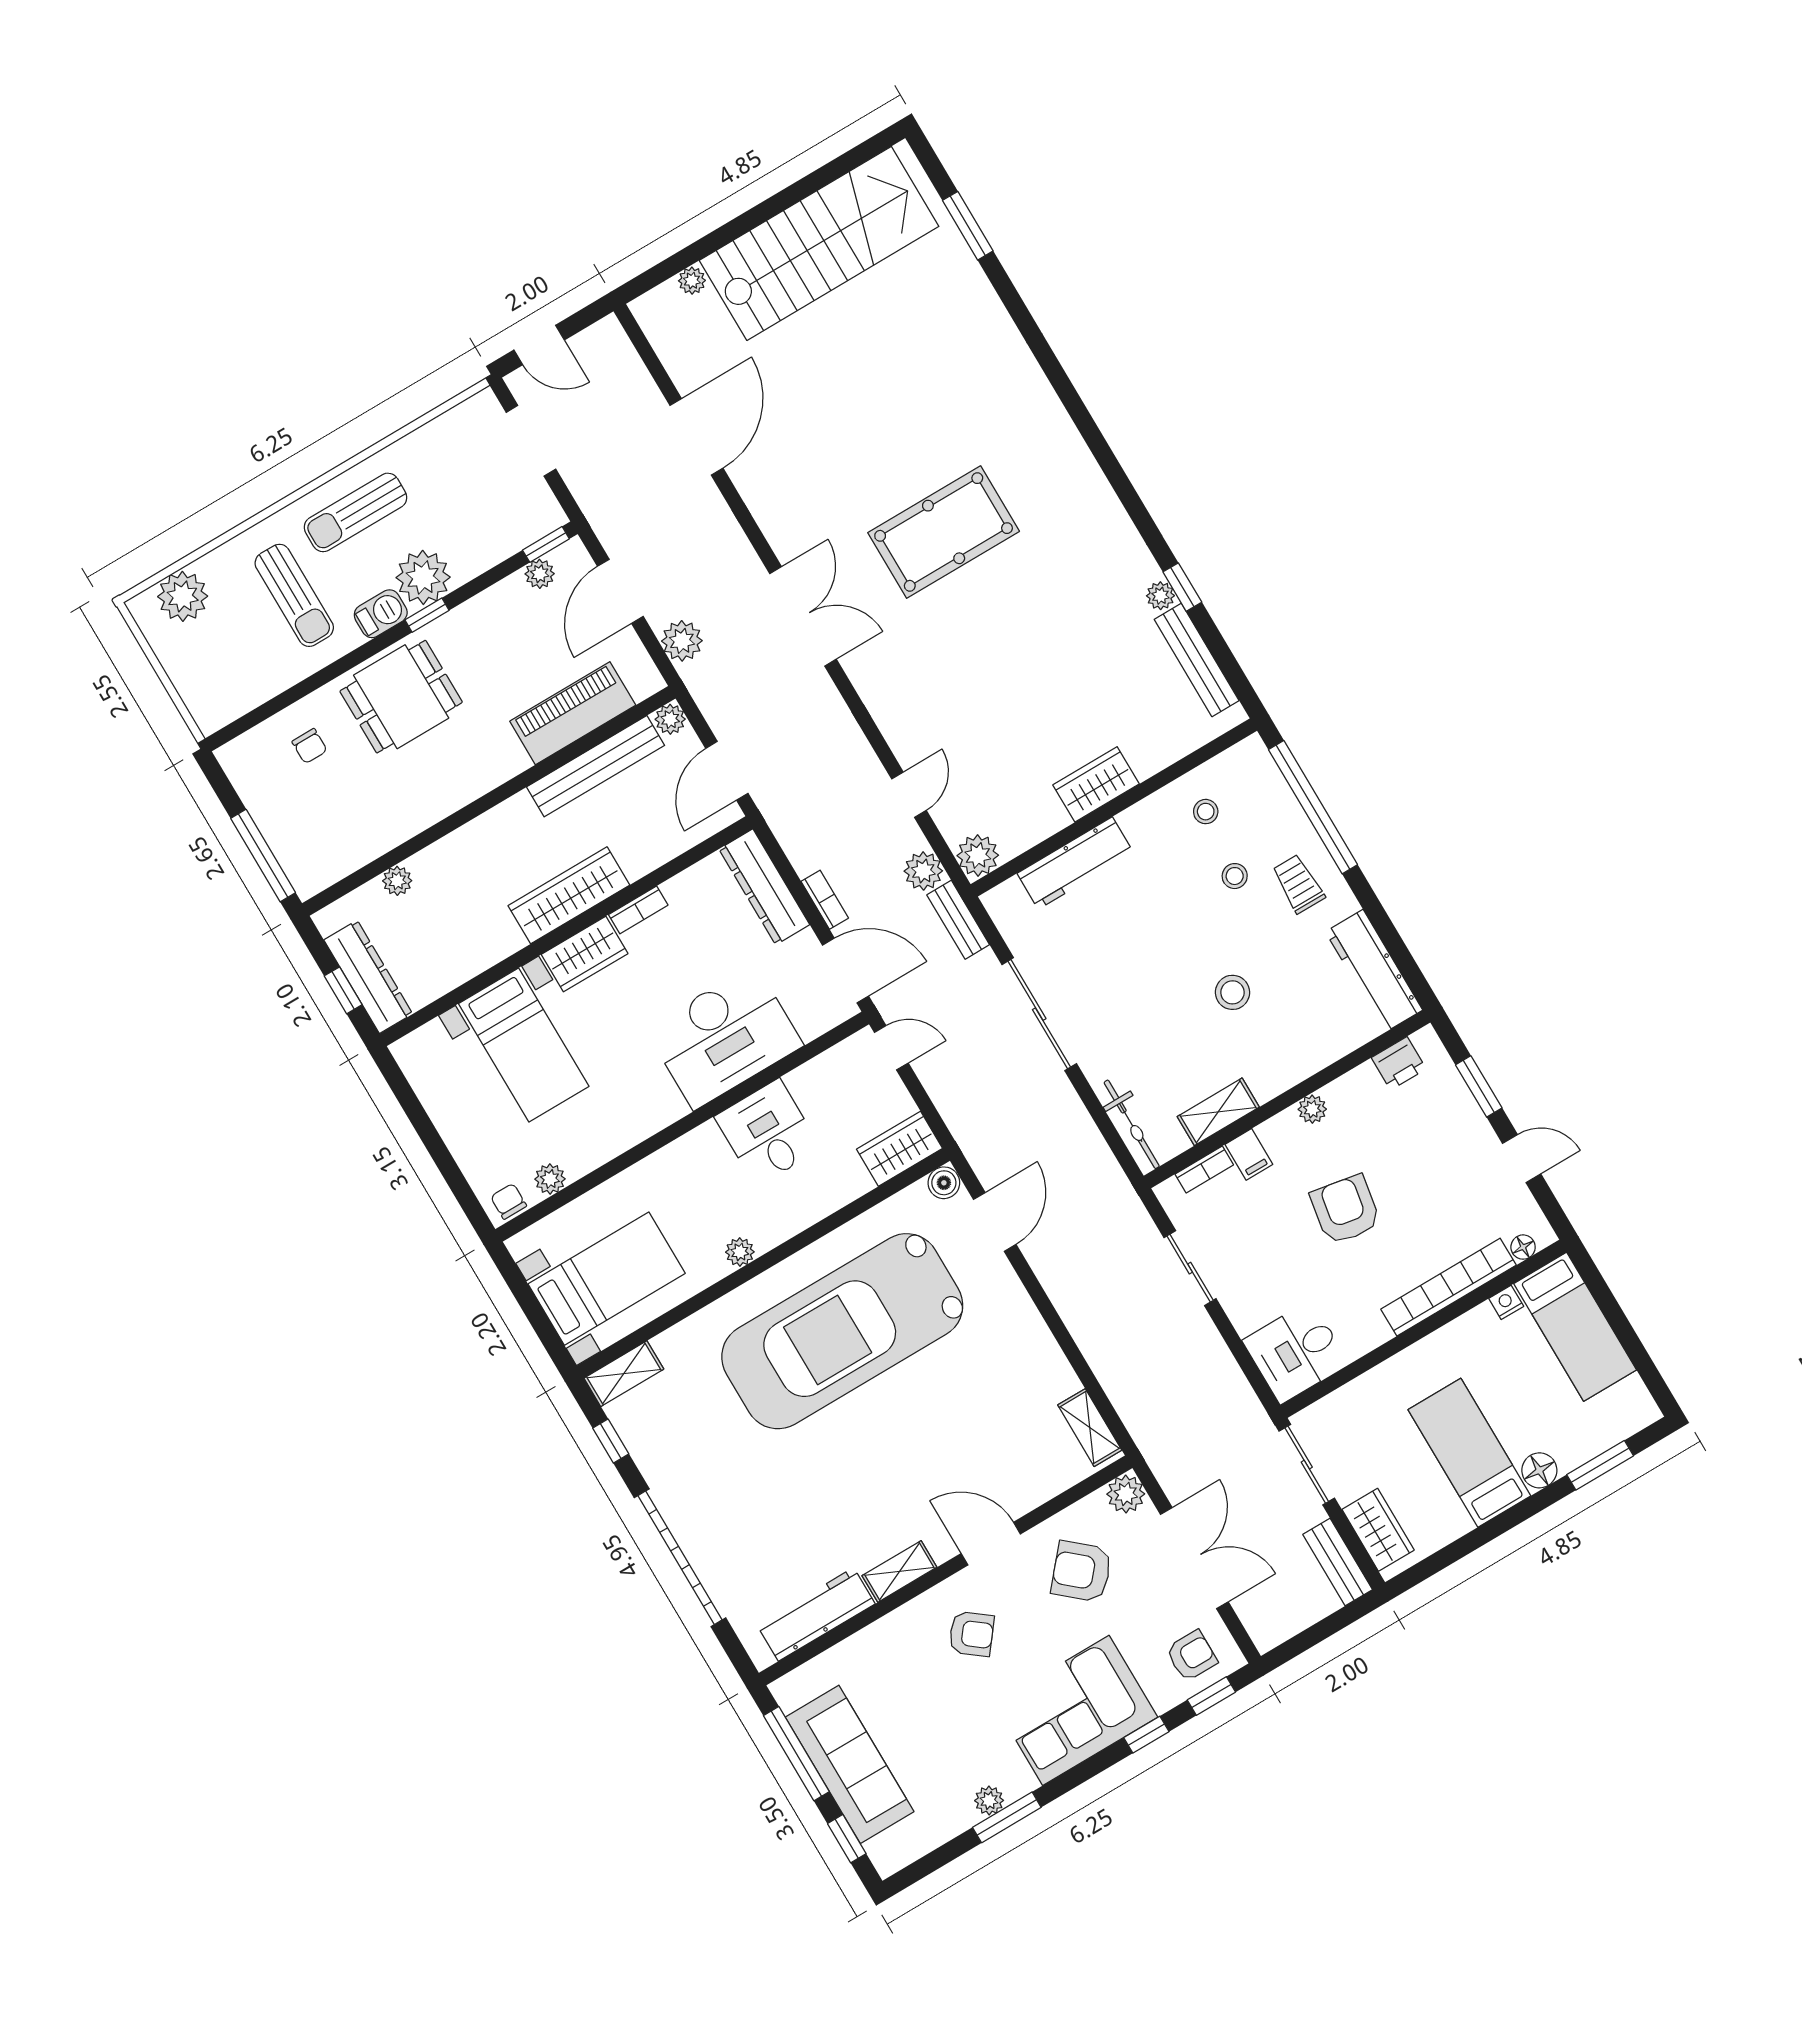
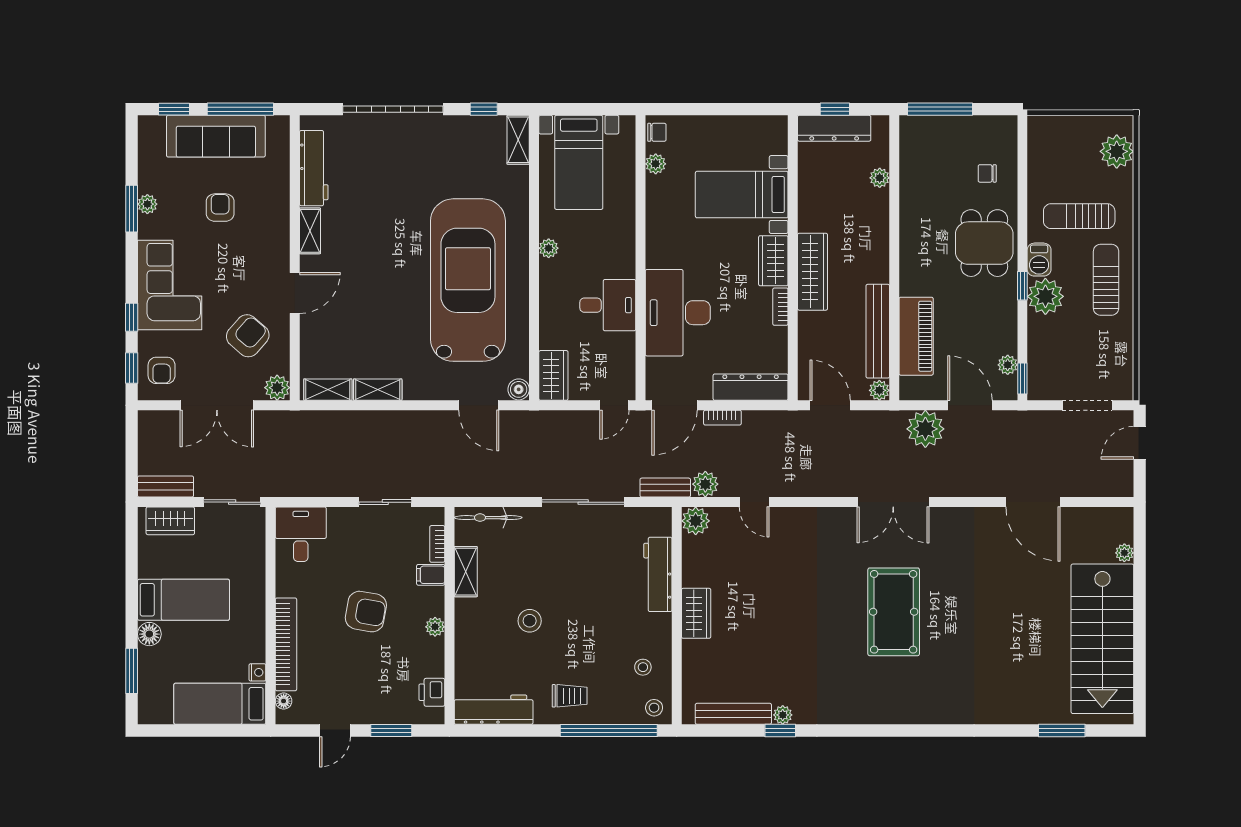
plant: (682, 641) -> (925, 429), width x1.36, depth x1.36
stool: (1235, 876) -> (654, 708), moved
shelving: (1052, 1363) -> (378, 390), added
armchair: (971, 1634) -> (220, 208), moved, turned 142

